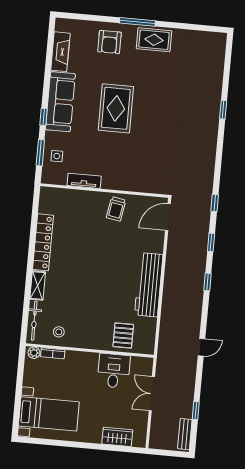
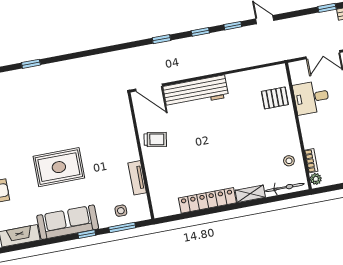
window: (215, 203) -> (233, 26), moved
workbench: (149, 285) -> (196, 92), moved

